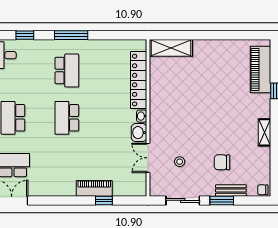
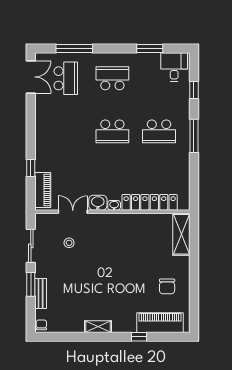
school desk: (67, 118) -> (112, 131), turned 180
chair: (222, 162) -> (167, 286), moved, turned 180
piano: (94, 188) -> (43, 190), moved

